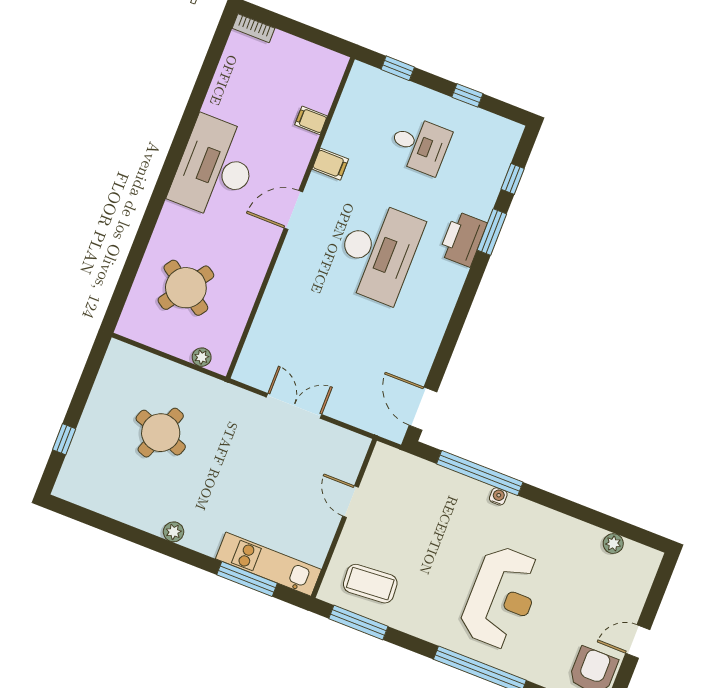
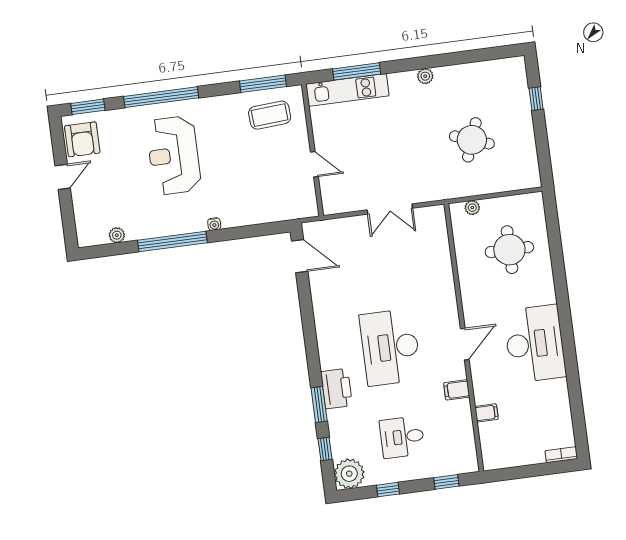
plant: (501, 137) -> (349, 474), added
round table: (186, 288) -> (509, 250), turned -34
window: (480, 473) -> (172, 242), moved

